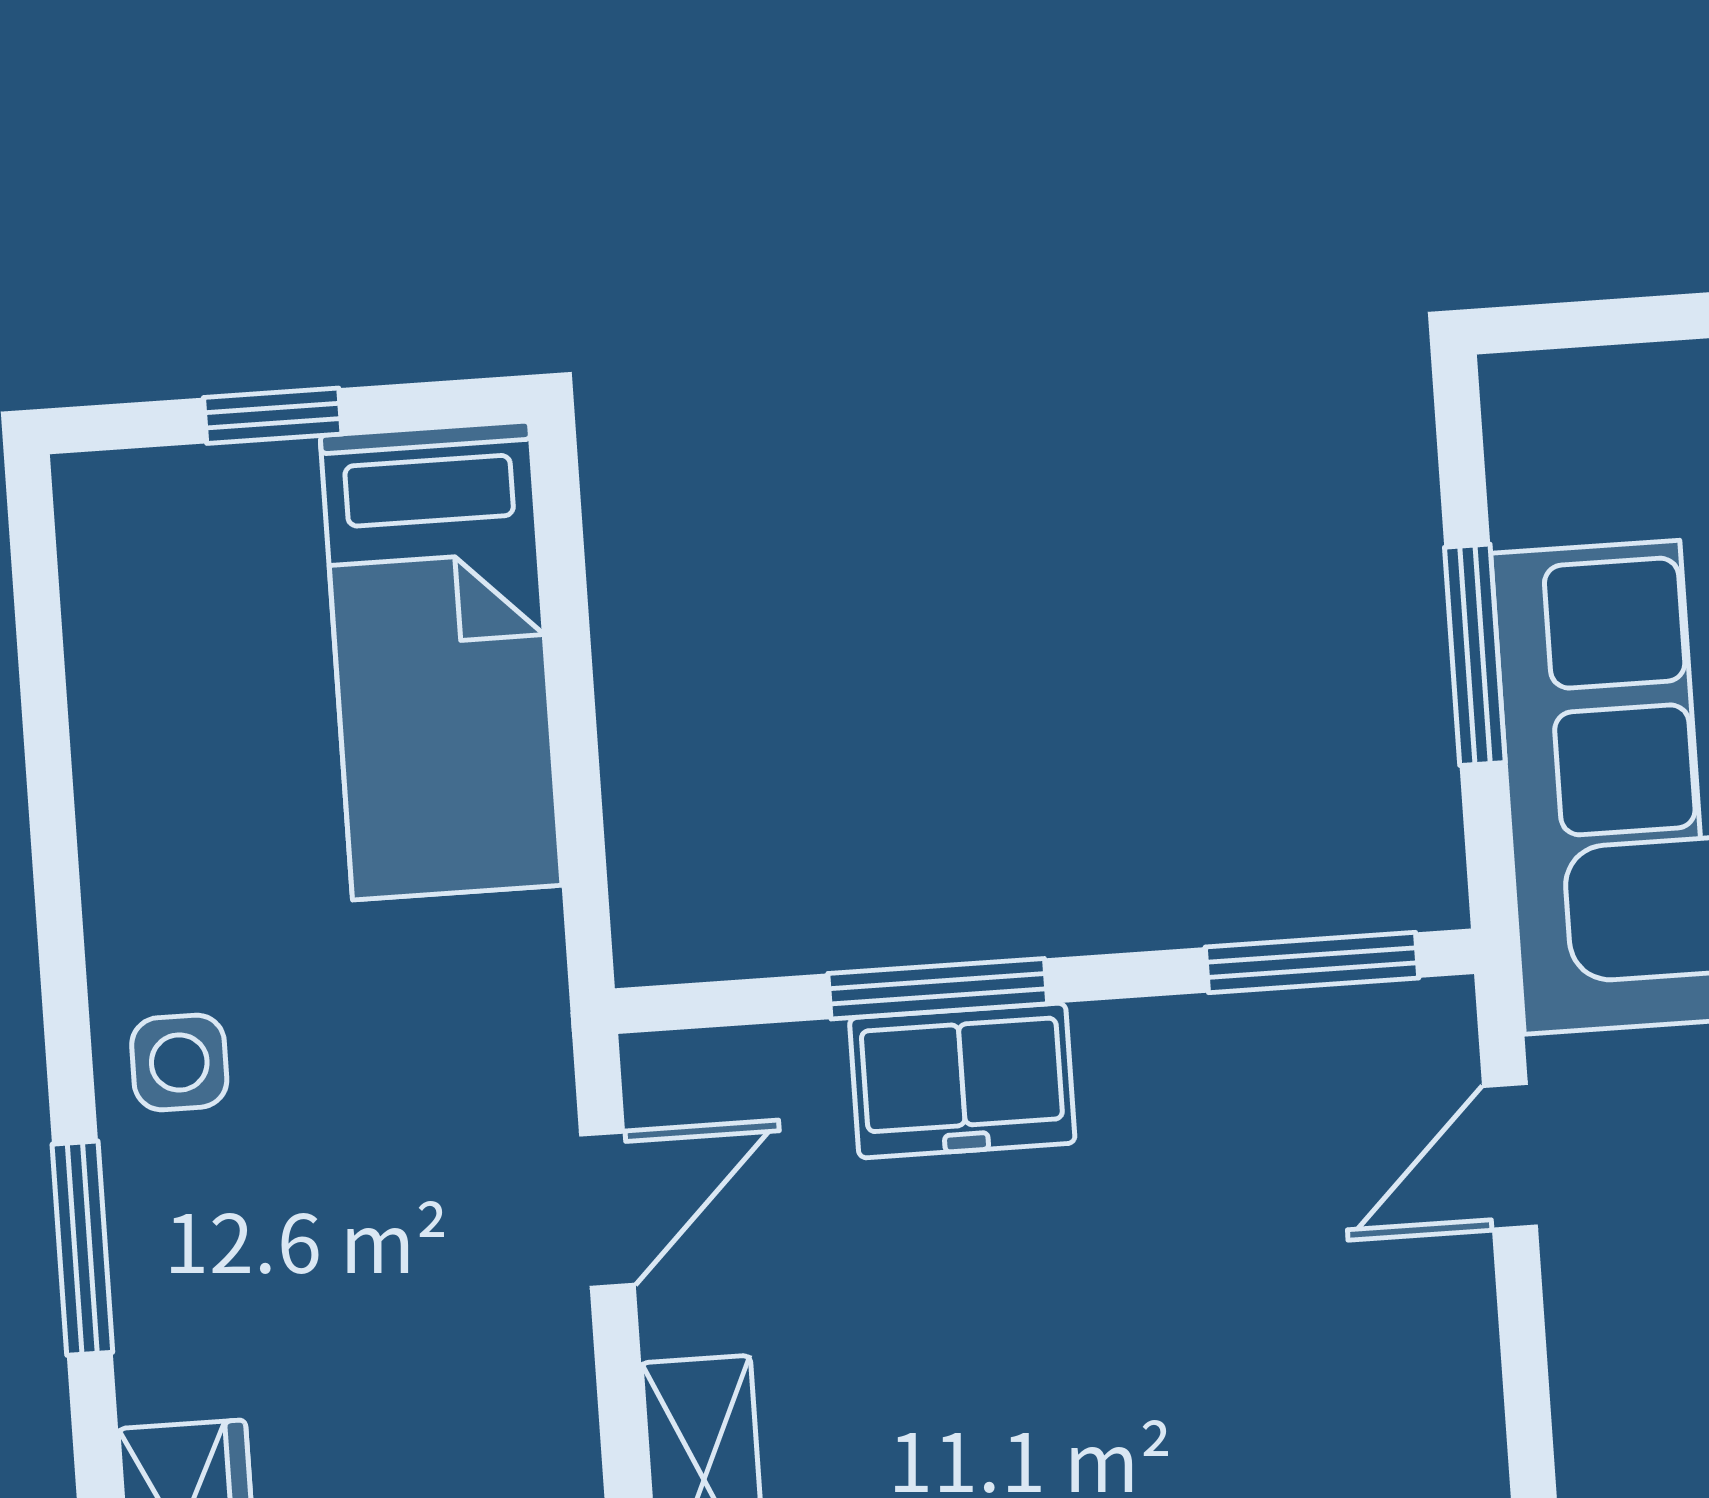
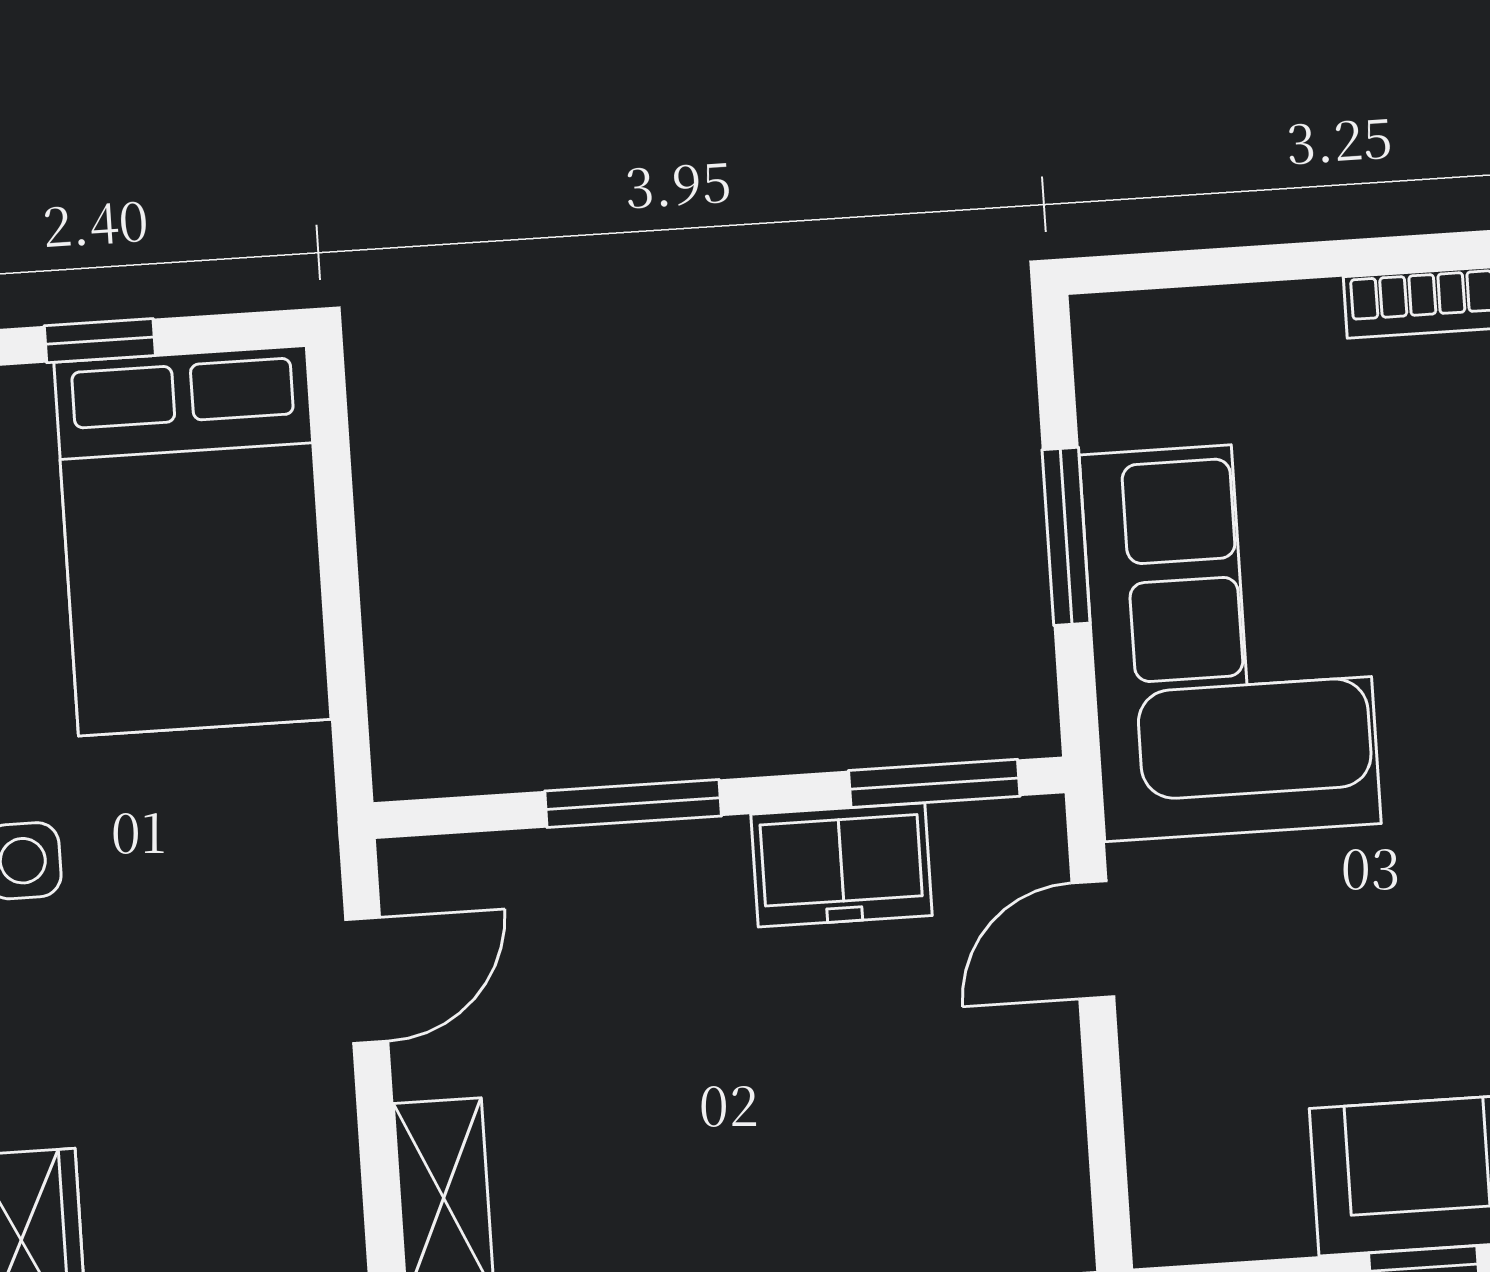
bed: (441, 660) -> (192, 541), width x1.50
freezer: (962, 1080) -> (841, 865), moved

